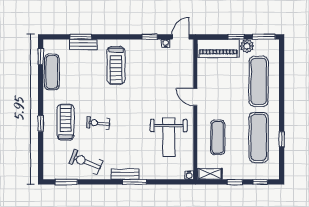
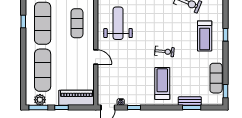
plant: (247, 46) -> (40, 100), moved
exercise bike: (98, 123) -> (164, 51), moved

